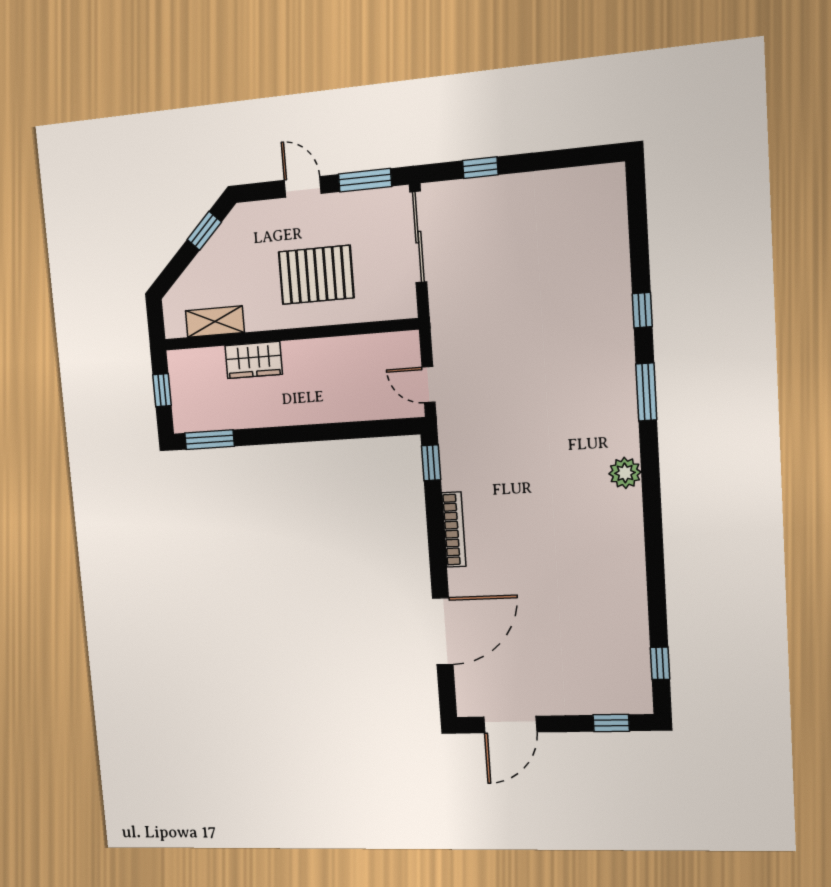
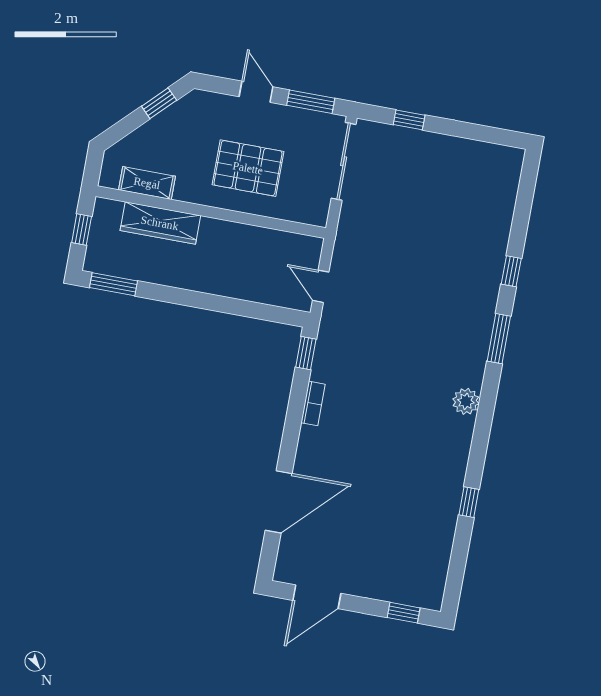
wardrobe: (254, 360) -> (160, 223), width x1.50
bookcase: (454, 530) -> (313, 403), width x0.64
window: (660, 663) -> (469, 502), moved

